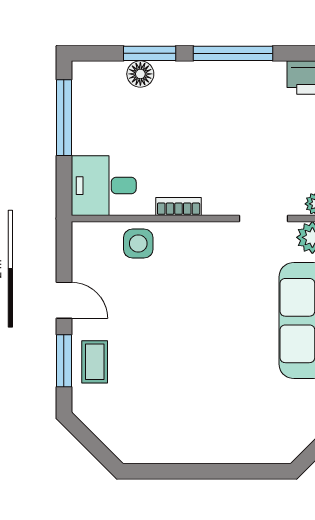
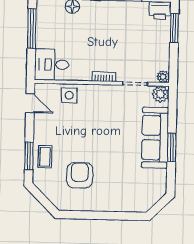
bookcase: (179, 207) -> (104, 77), moved
door: (64, 300) -> (30, 103), moved
armchair: (162, 396) -> (80, 175), added

